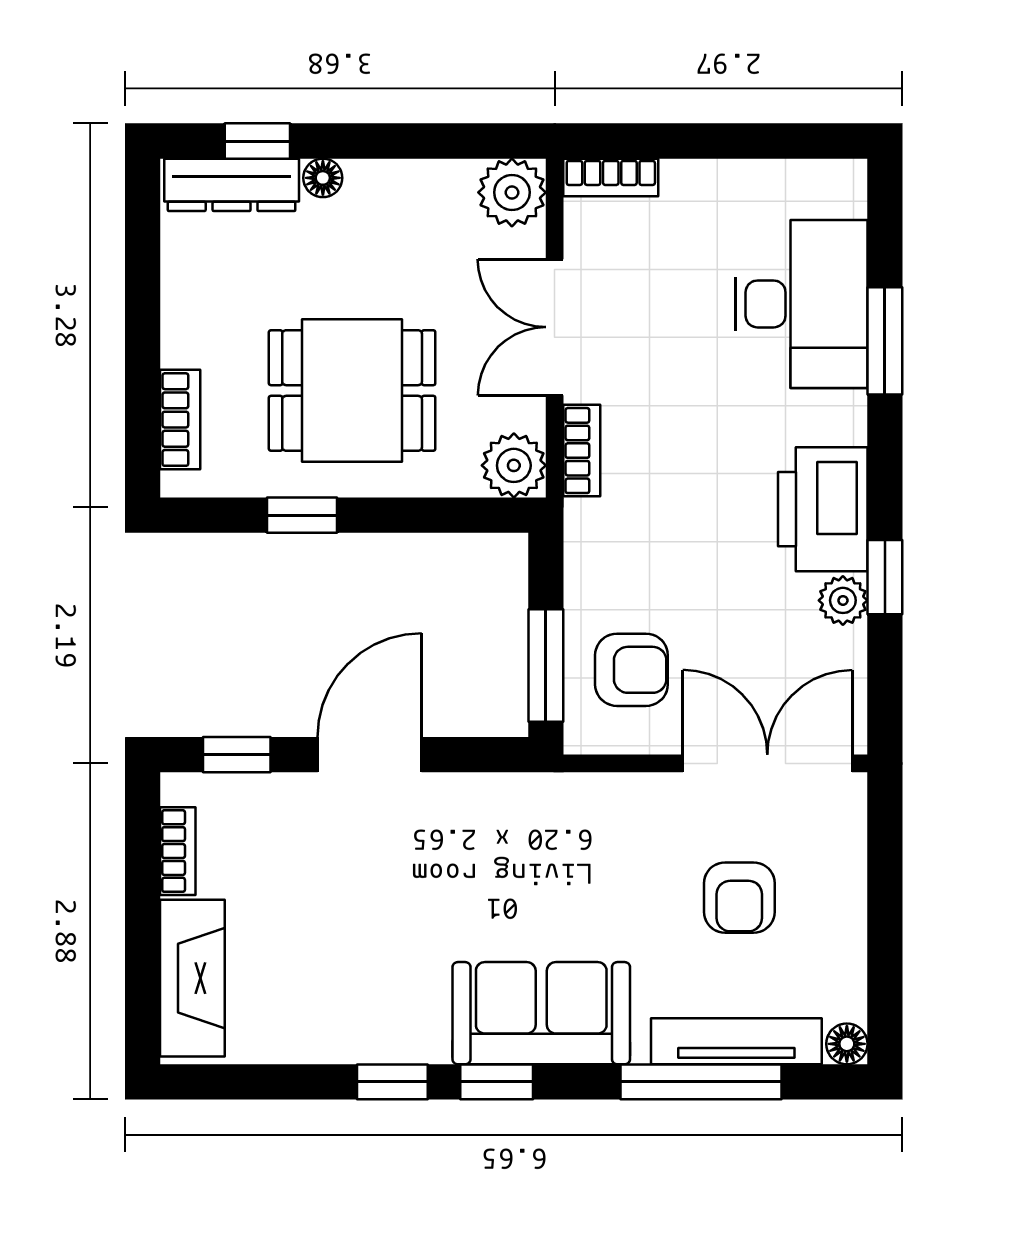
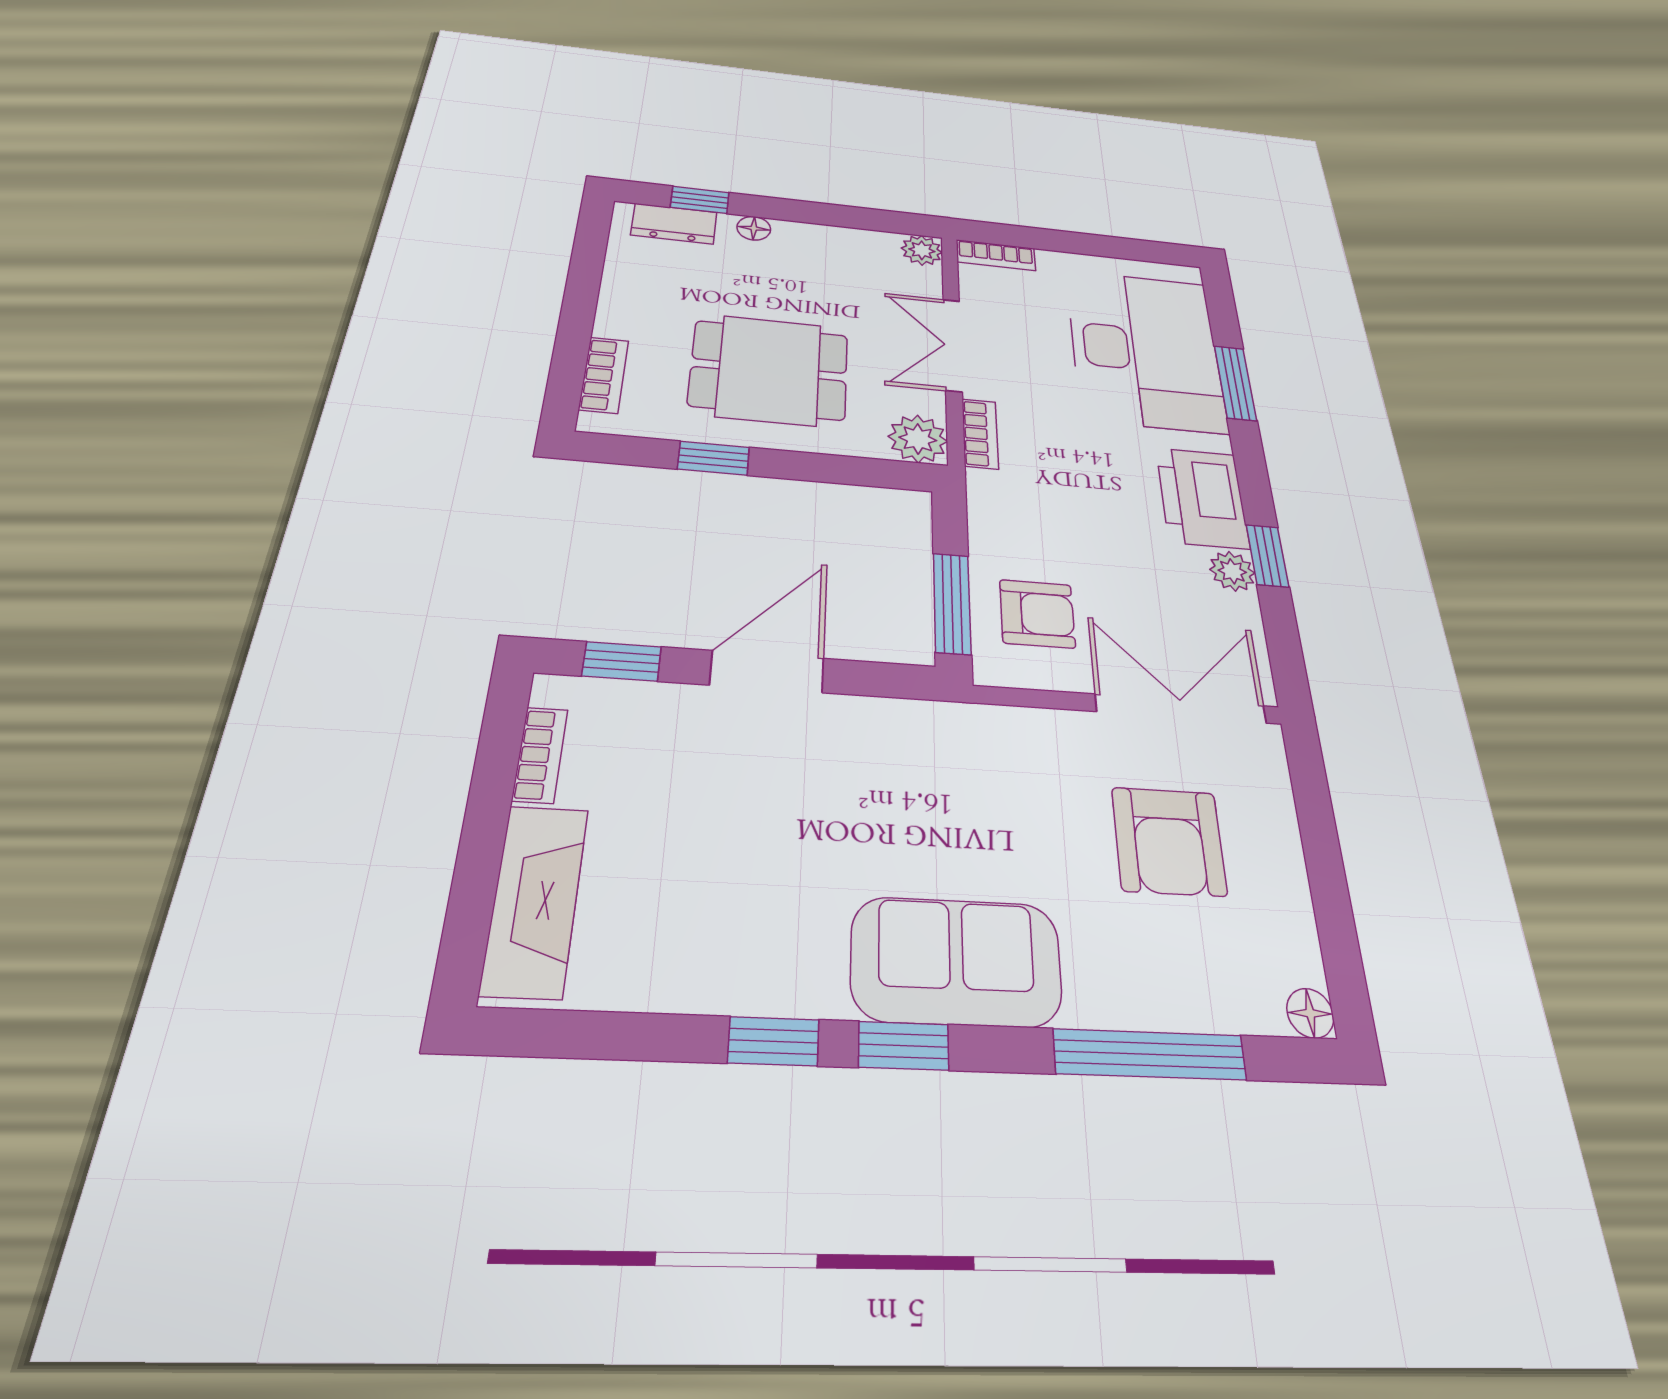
dresser: (232, 185) -> (674, 224), width x0.70
plant: (512, 192) -> (922, 250), width x0.73, depth x0.73
desk: (801, 304) -> (1145, 350), width x1.36, depth x1.30
armchair: (739, 898) -> (1169, 841), width x1.38, depth x1.38
tv unit: (736, 1041) -> (1185, 1005), removed

